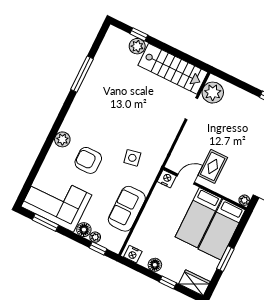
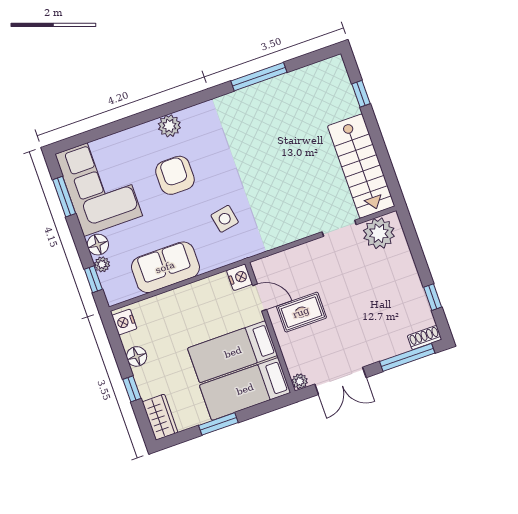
plant: (137, 46) -> (347, 105), removed

